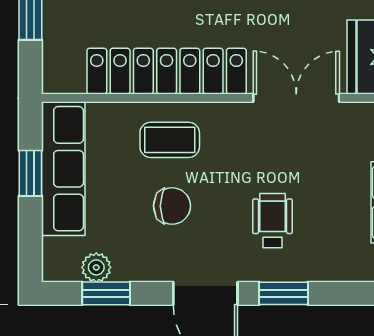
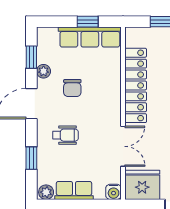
coffee table: (170, 140) -> (103, 87), removed
plant: (96, 267) -> (44, 71), moved
window: (283, 293) -> (31, 158), moved

